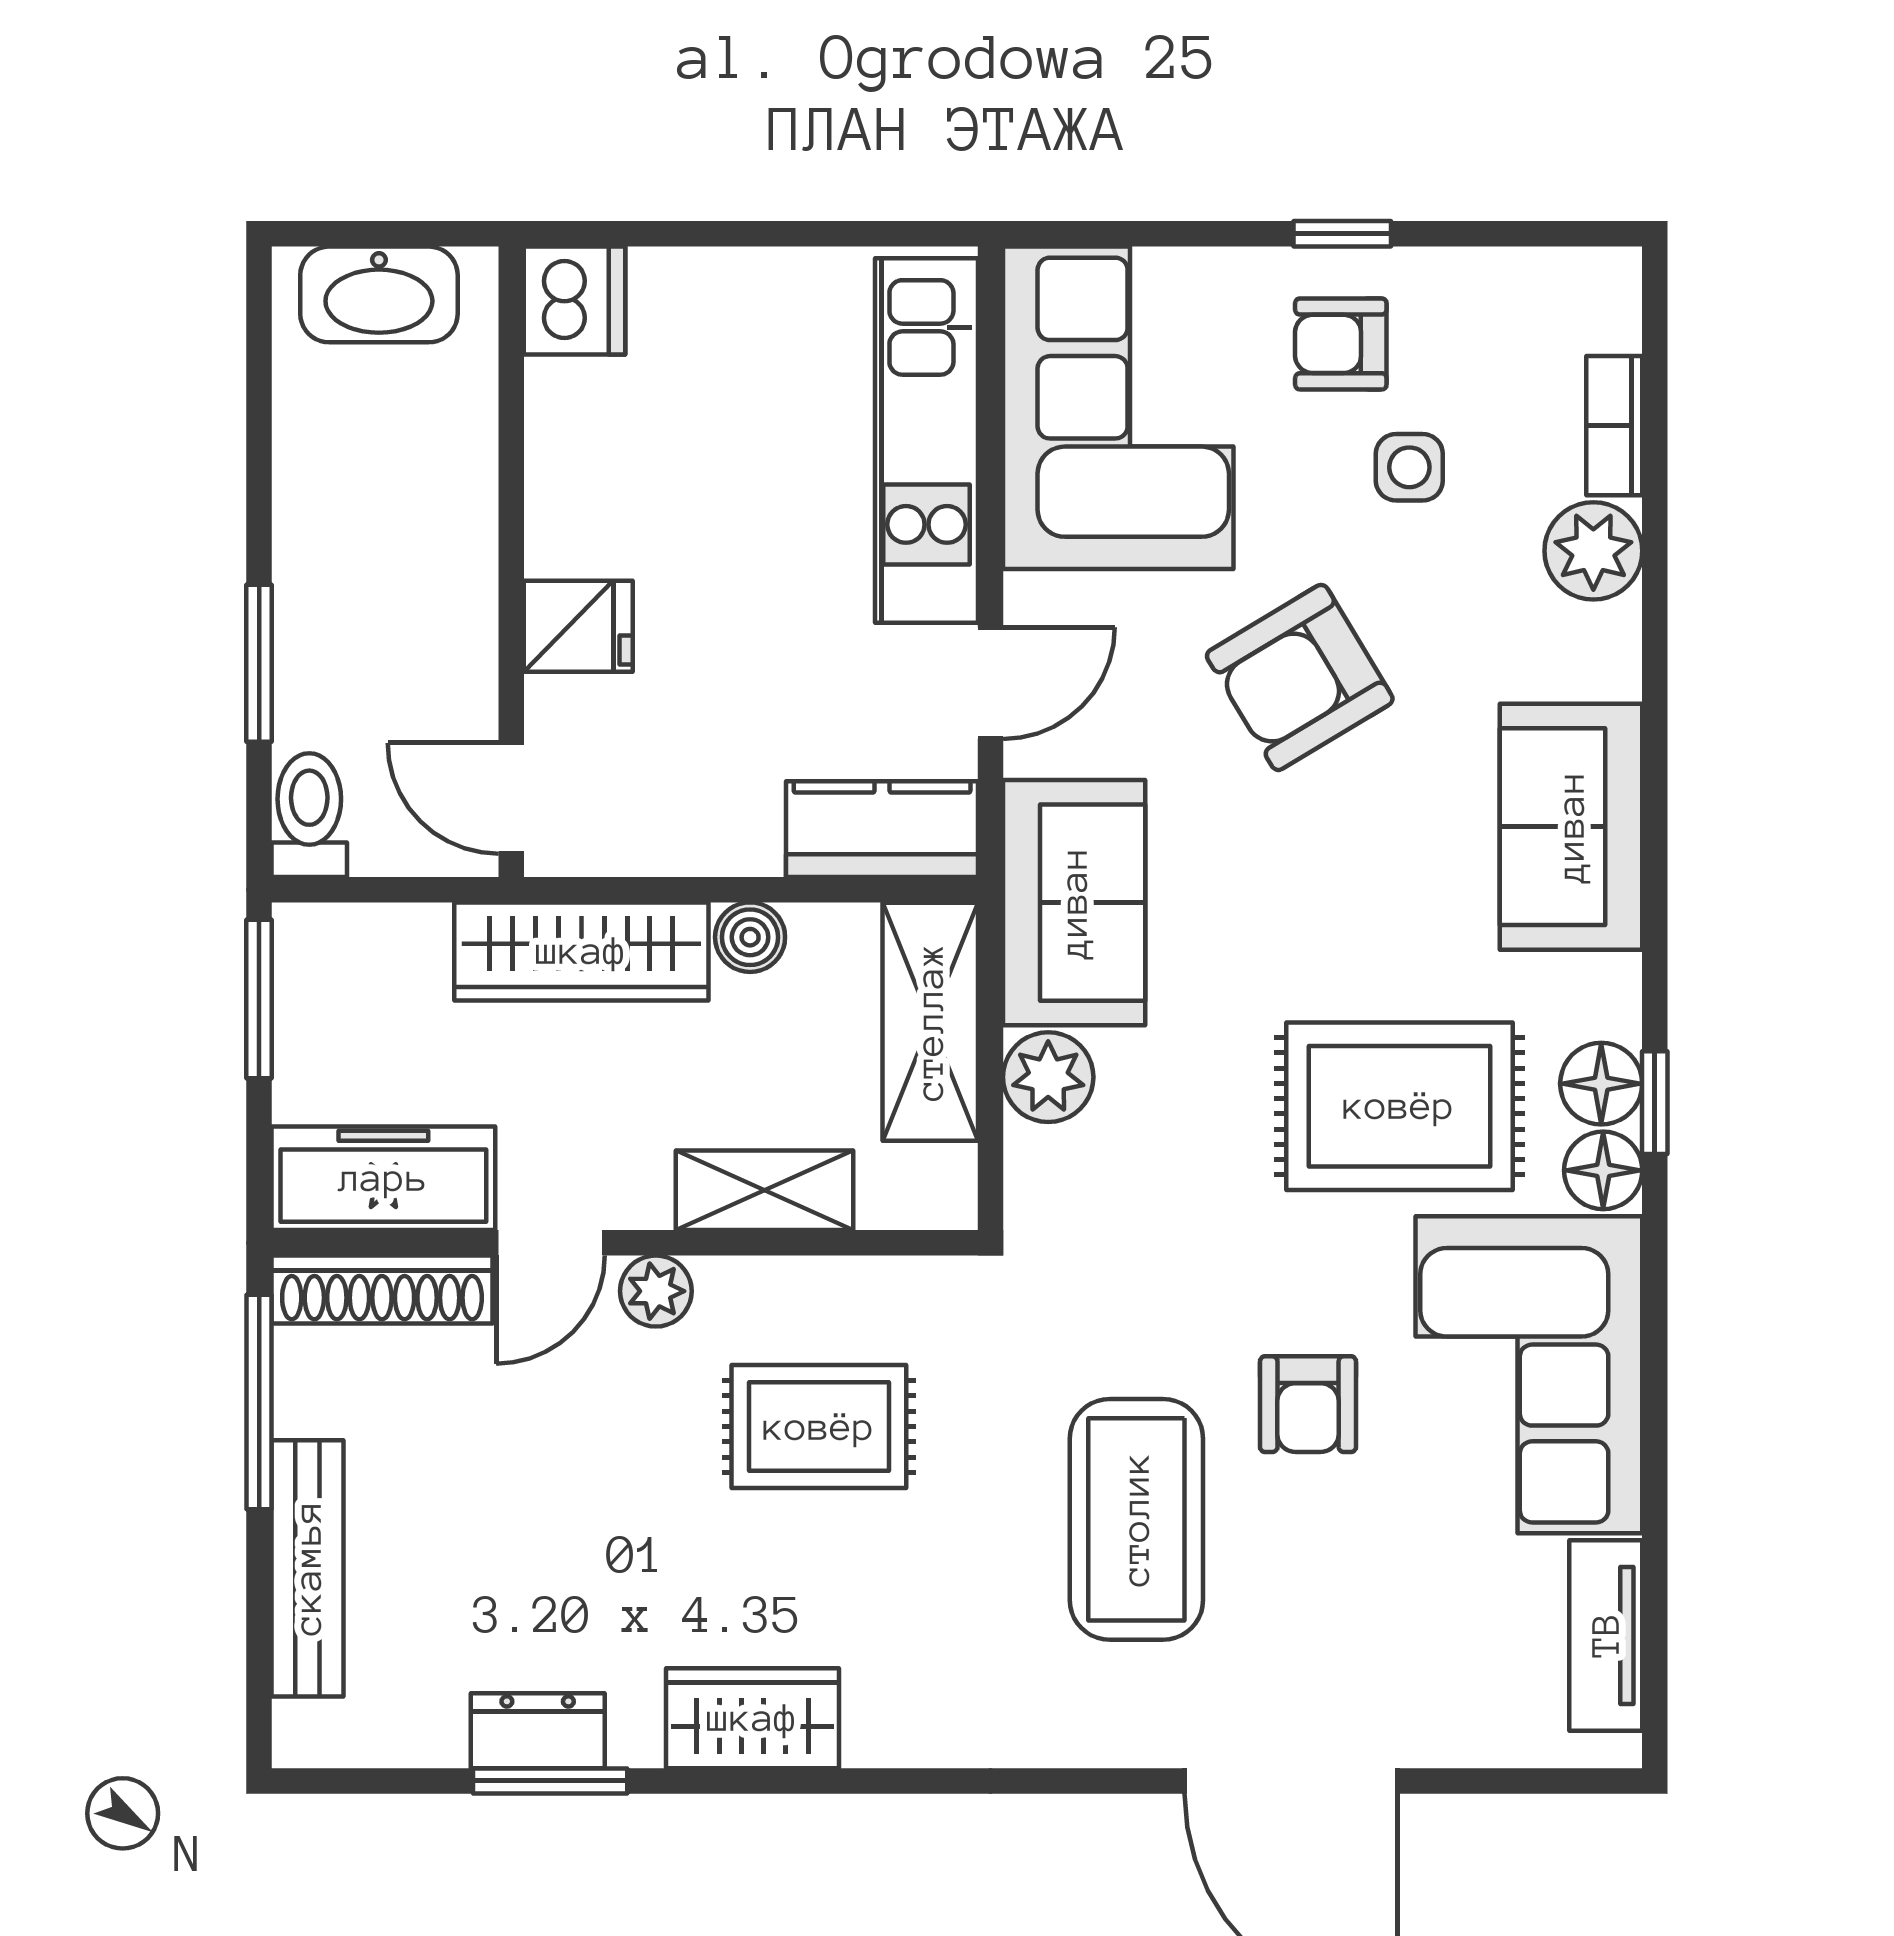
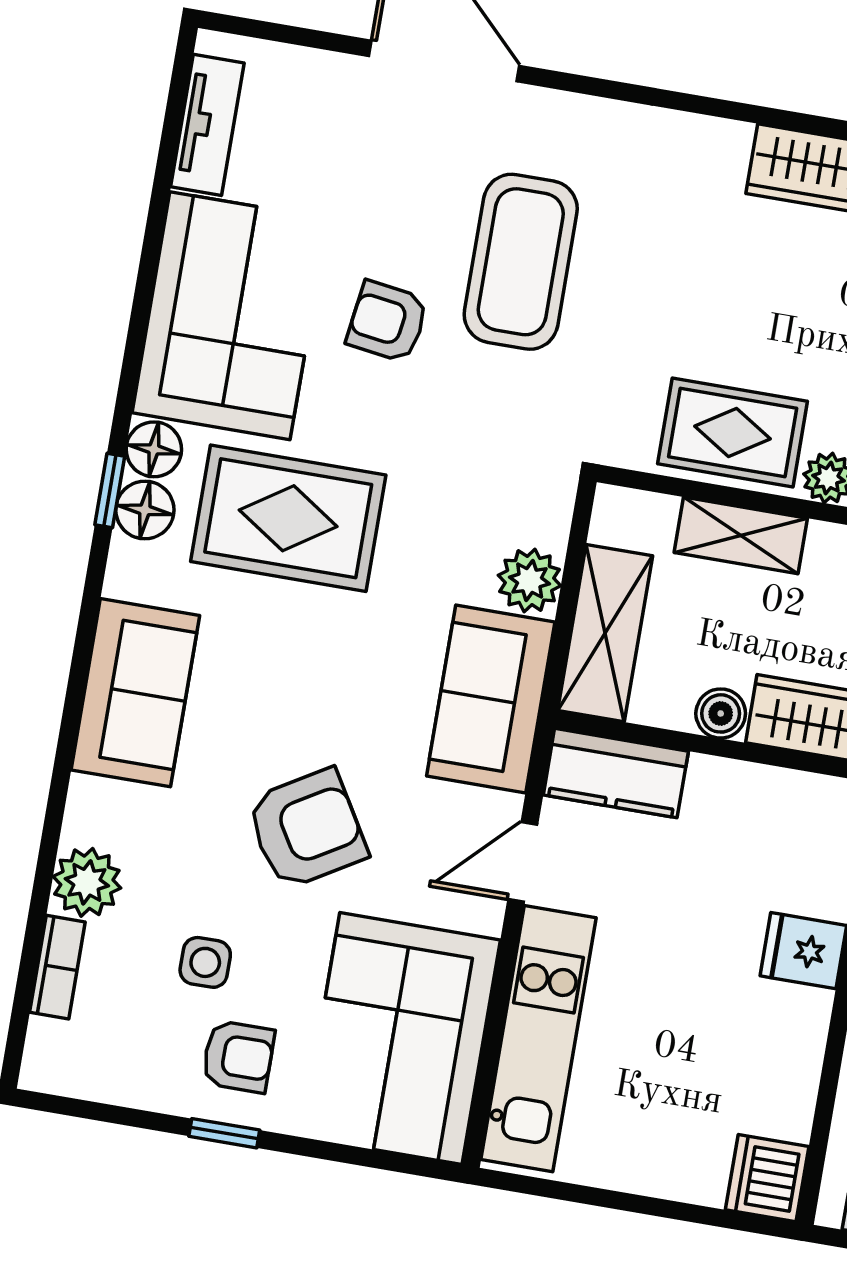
armchair: (1308, 1404) -> (387, 322), turned -82
rug: (819, 1427) -> (733, 433), moved

